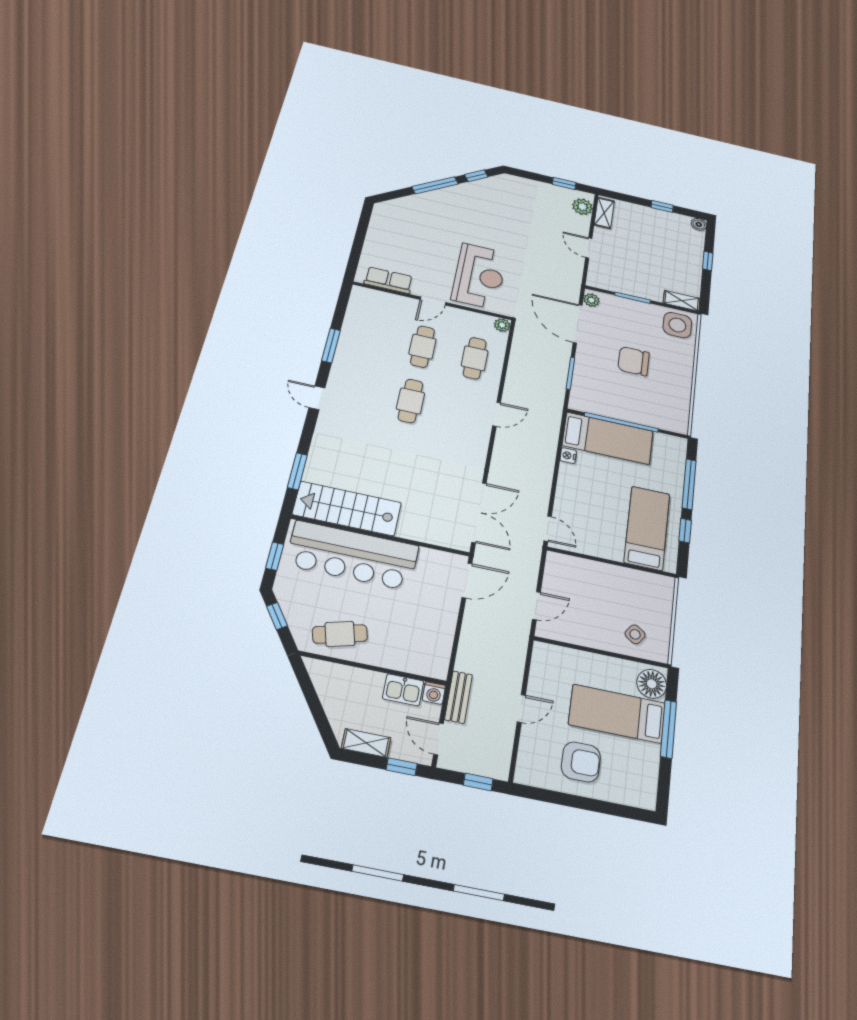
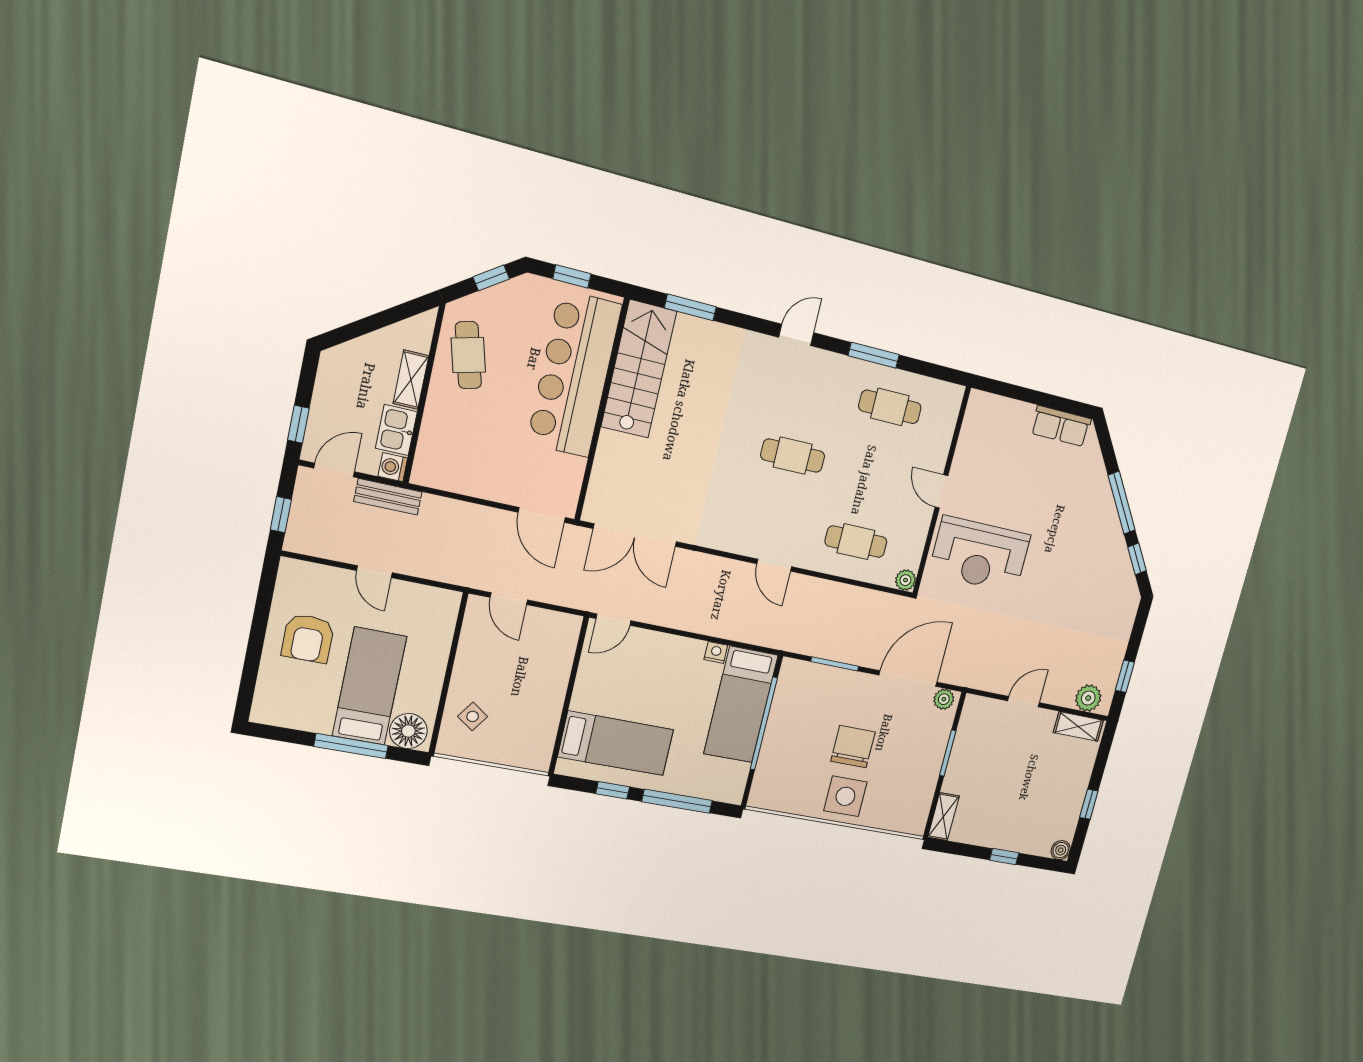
row of seats: (388, 280) -> (1061, 426), moved, turned 90
side table: (677, 325) -> (845, 796), moved
cafe table: (423, 347) -> (890, 407), moved
shelving: (366, 743) -> (411, 380), moved

